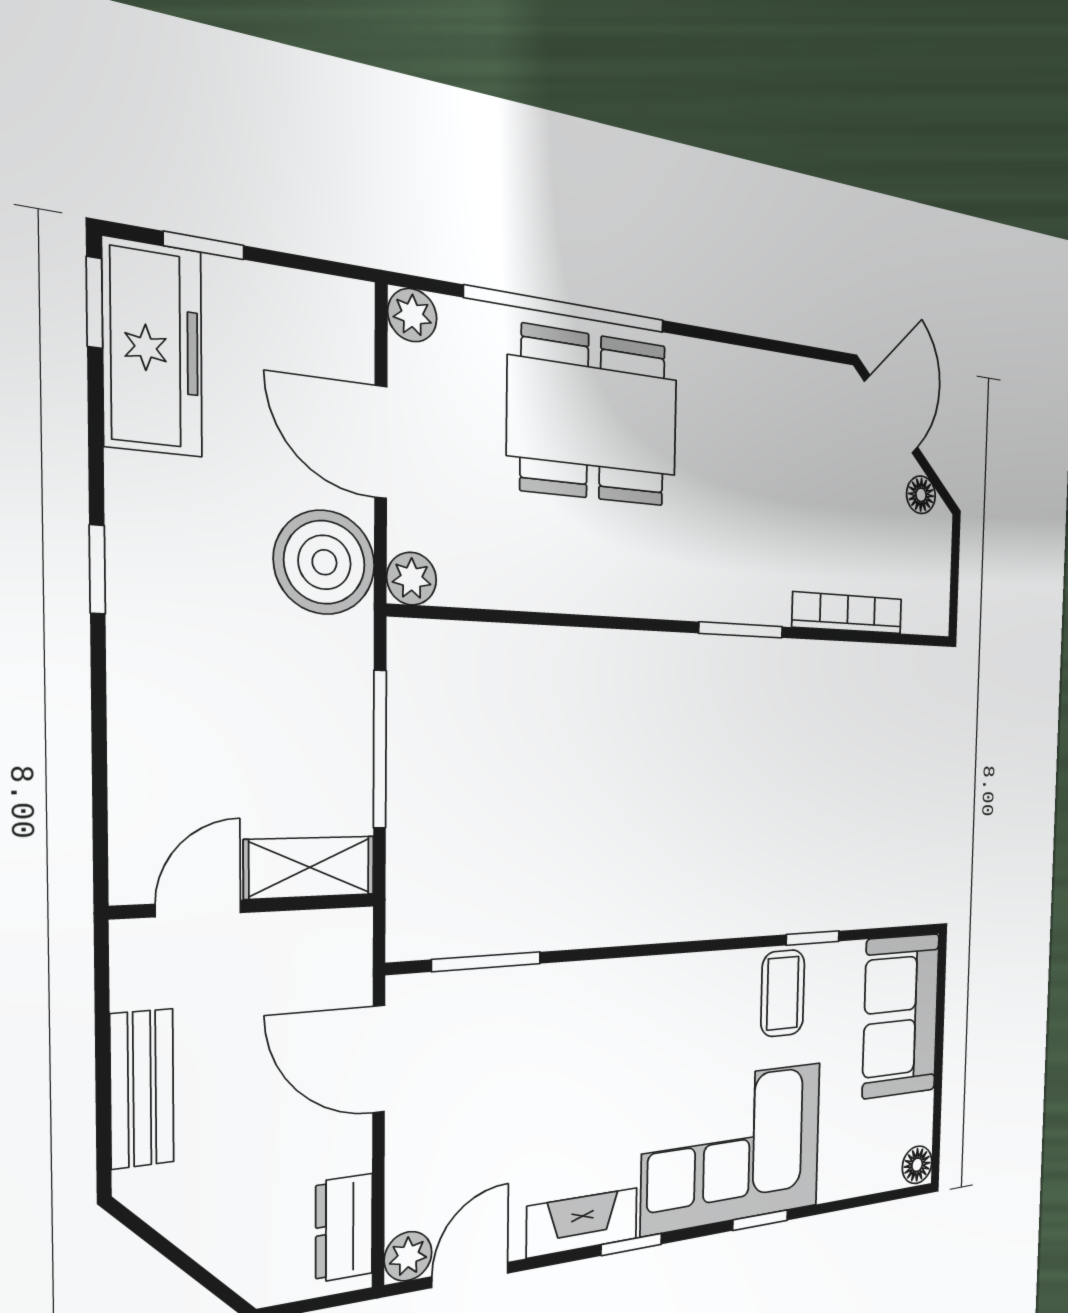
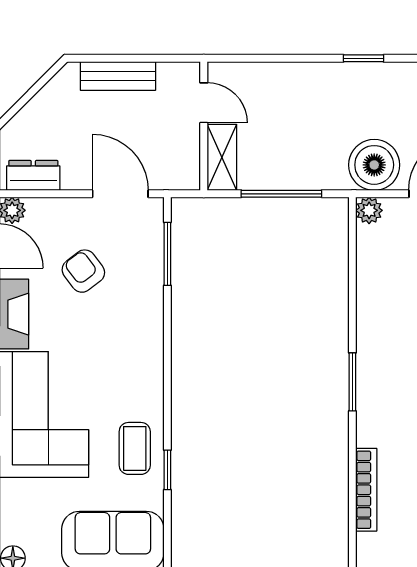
window: (741, 630) -> (352, 382), moved
coffee table: (783, 993) -> (135, 448), turned 90
door: (379, 1059) -> (120, 194), hinge flipped
armchair: (514, 1111) -> (83, 271), added

